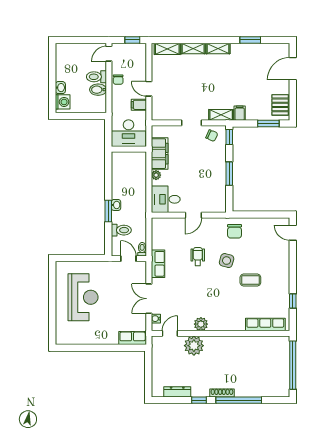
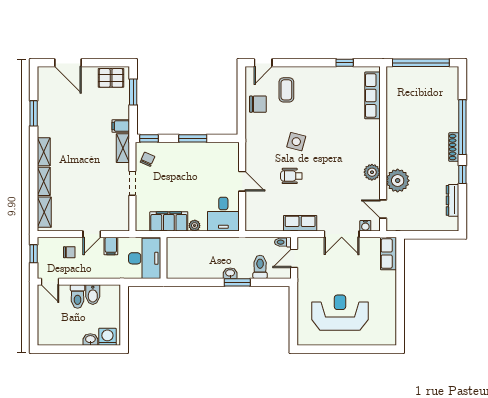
chair: (118, 80) -> (69, 252), moved
chair: (235, 231) -> (258, 104), moved
coffee table: (250, 280) -> (286, 90), moved

